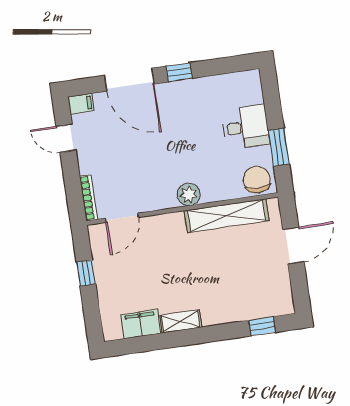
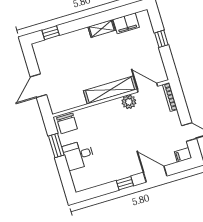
door: (129, 80) -> (155, 174), width x0.73
plant: (189, 194) -> (129, 102), moved
shelving: (227, 216) -> (110, 90), moved
door: (122, 218) -> (147, 88), hinge flipped
window: (86, 273) -> (161, 39), moved

